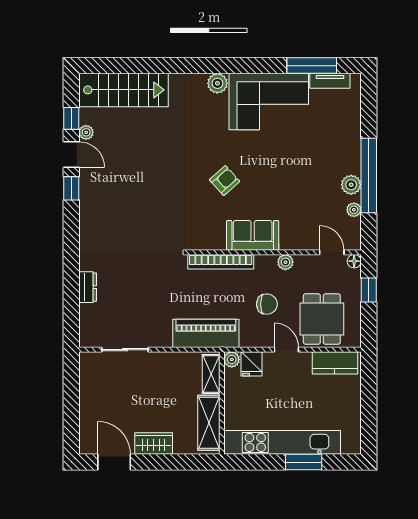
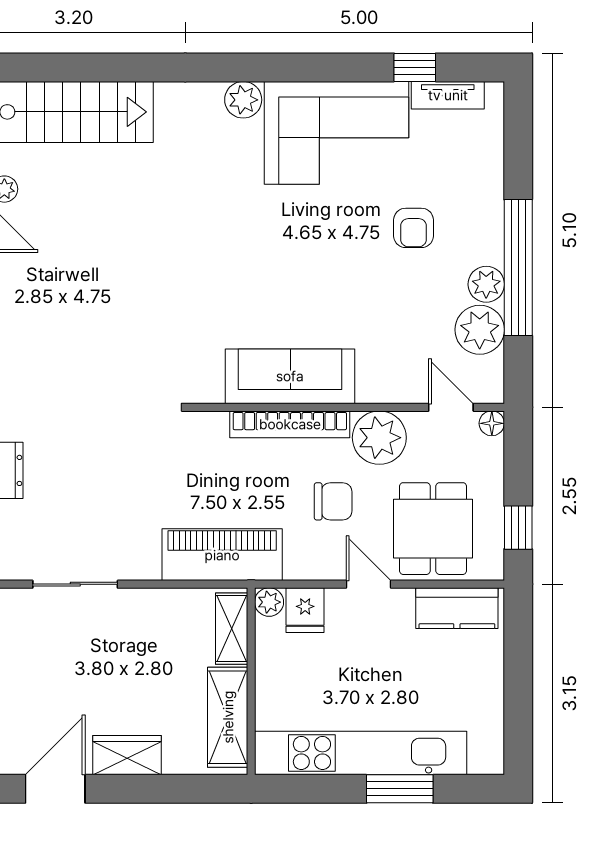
window: (312, 66) -> (415, 67), width x0.46
armchair: (225, 181) -> (414, 228), moved, turned 132
plant: (354, 210) -> (480, 330), width x1.88, depth x1.88
sofa: (253, 235) -> (290, 376), width x1.36
bookcase: (221, 262) -> (290, 424), moved
plant: (285, 262) -> (379, 438), width x1.88, depth x1.88
window: (369, 290) -> (518, 528), moved
door: (114, 462) -> (55, 789), hinge flipped

